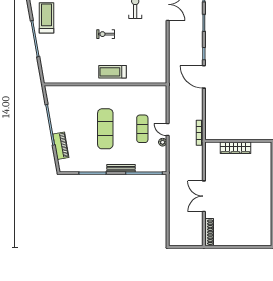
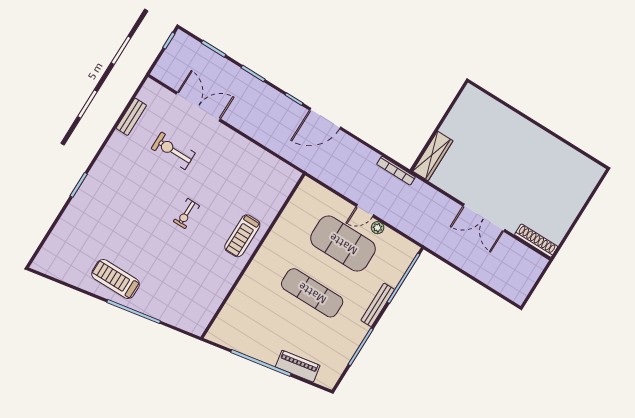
exercise mat: (142, 129) -> (343, 244), width x2.00, depth x1.45
wardrobe: (235, 148) -> (433, 156), moved

